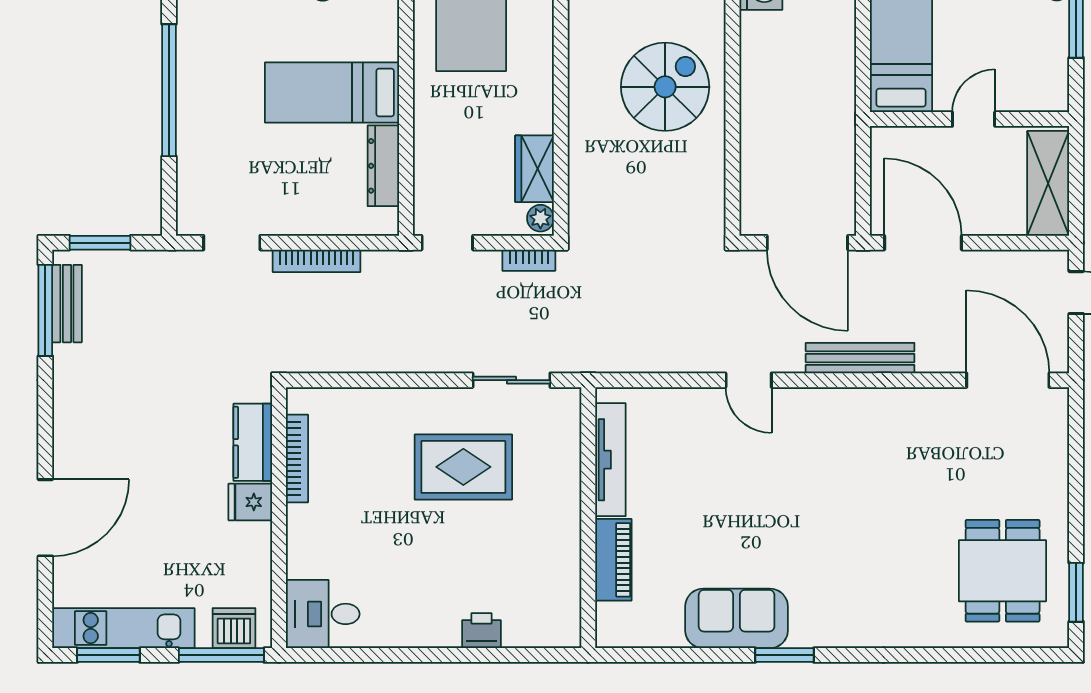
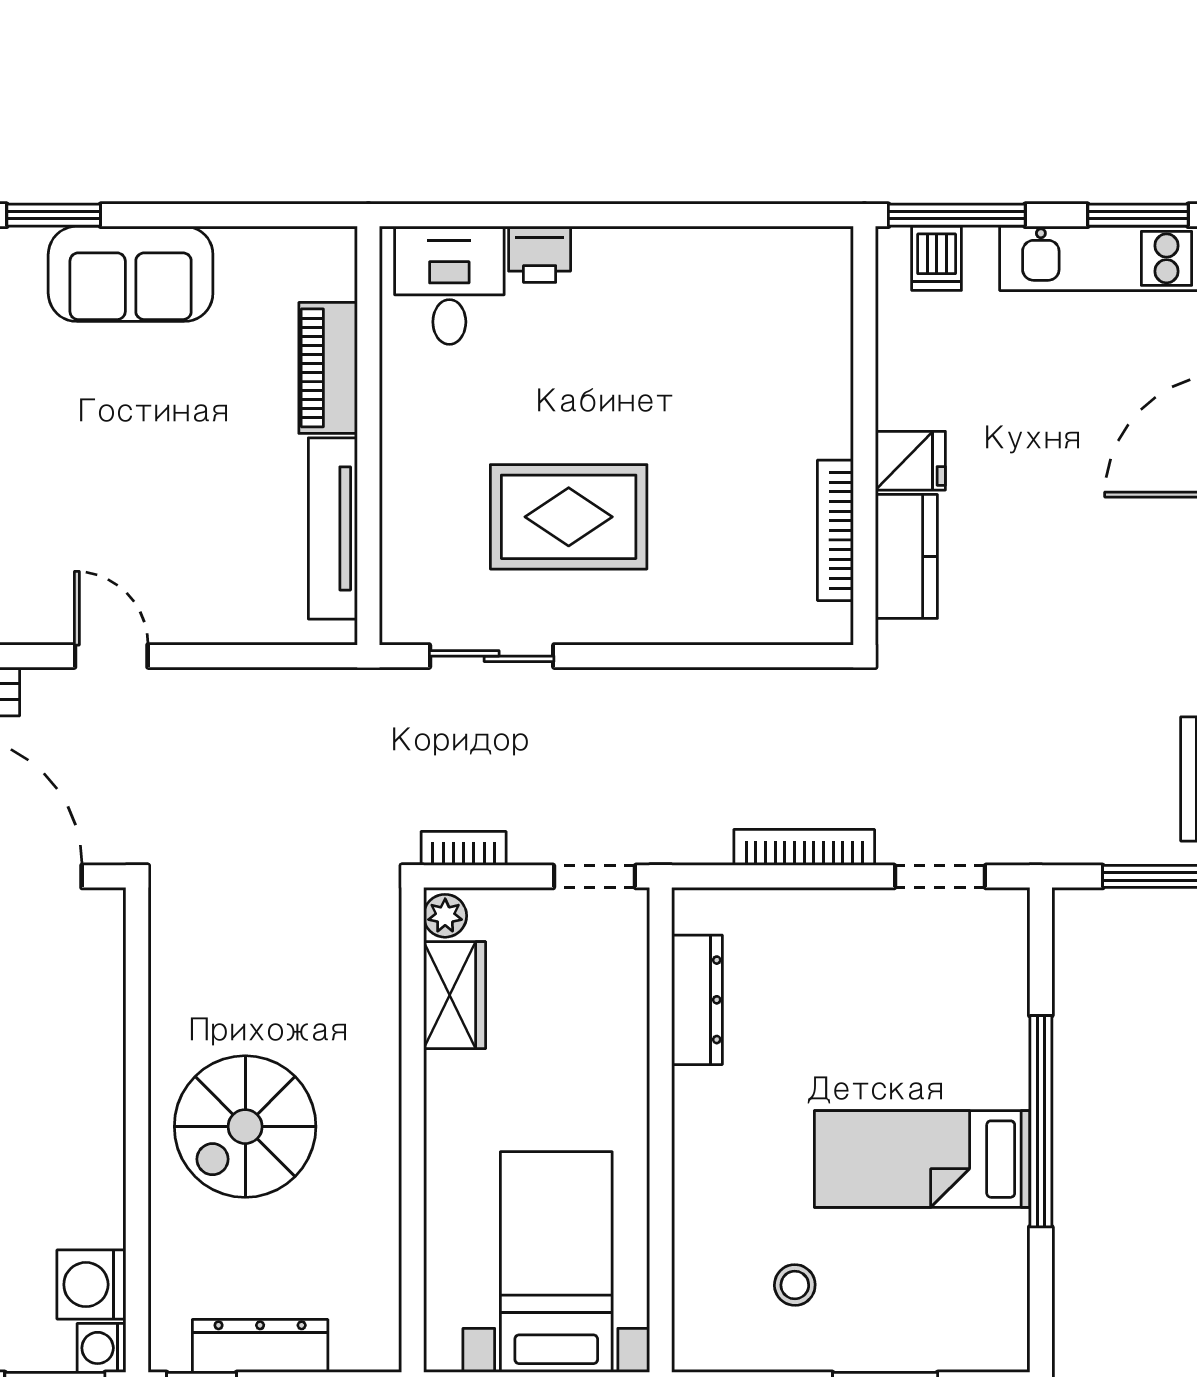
bed: (332, 92) -> (922, 1159), moved, turned 180
desk: (323, 614) -> (449, 285), moved, turned -90
dishwasher: (234, 628) -> (937, 258), width x0.73

